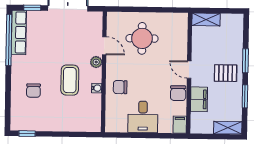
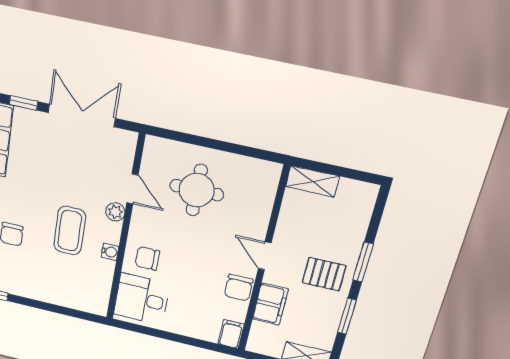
desk: (143, 117) -> (142, 299), moved, turned 90

